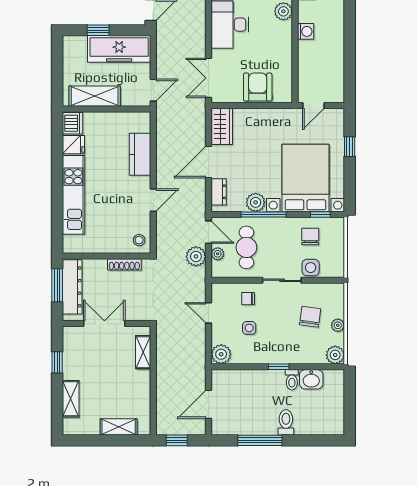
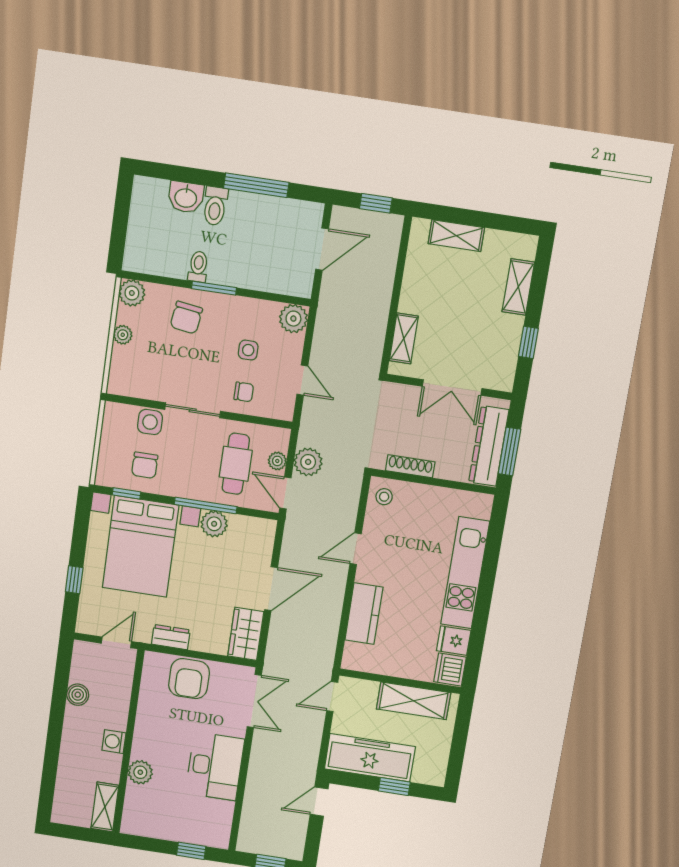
boiler: (336, 62) -> (78, 695), added
dresser: (219, 192) -> (171, 637), moved, turned 90
chair: (310, 317) -> (186, 318), moved
window: (279, 367) -> (214, 288), width x1.50
washbasin: (311, 379) -> (186, 197), moved, turned 180

